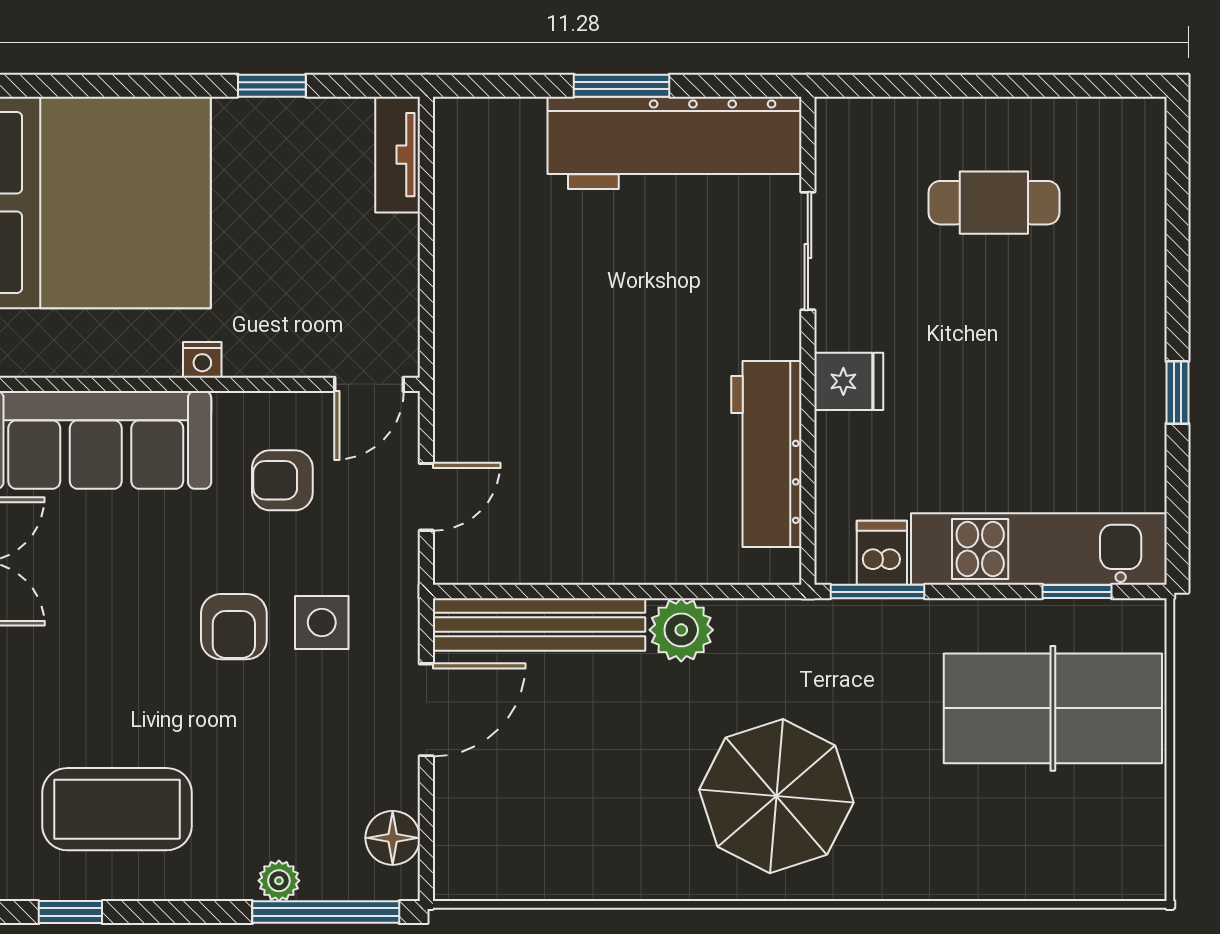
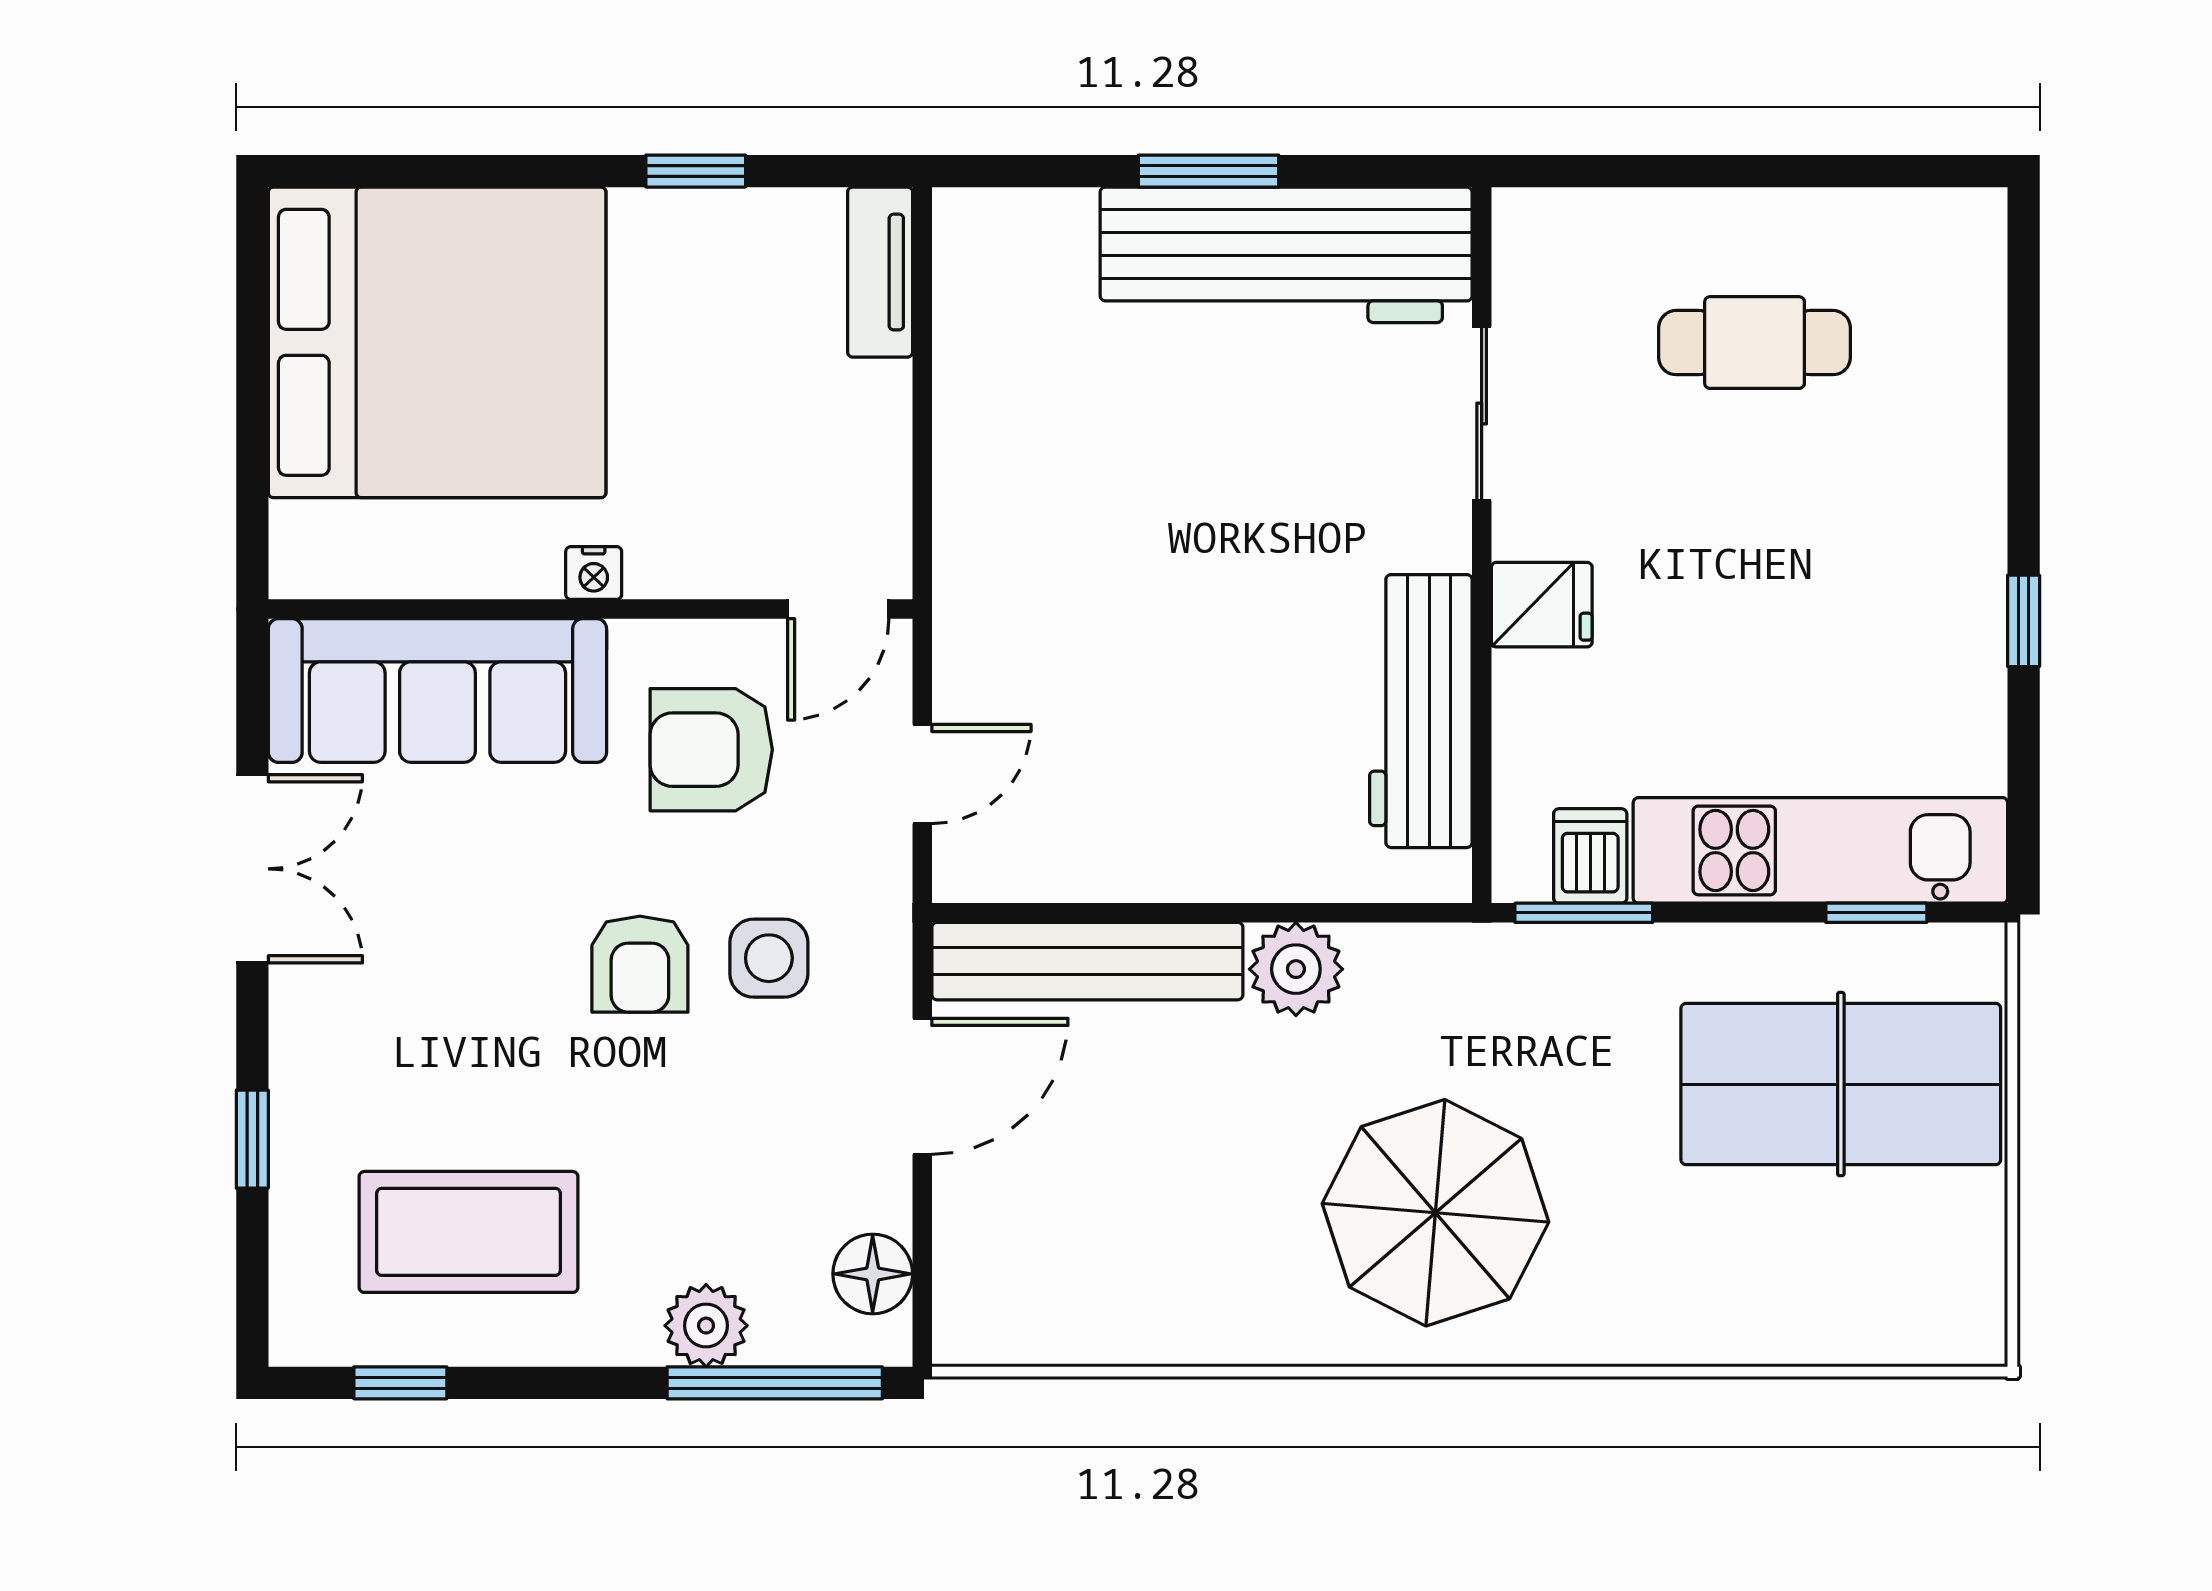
armchair: (282, 480) -> (711, 750), width x1.38, depth x1.38
plant: (279, 881) -> (706, 1326), width x1.38, depth x1.38

